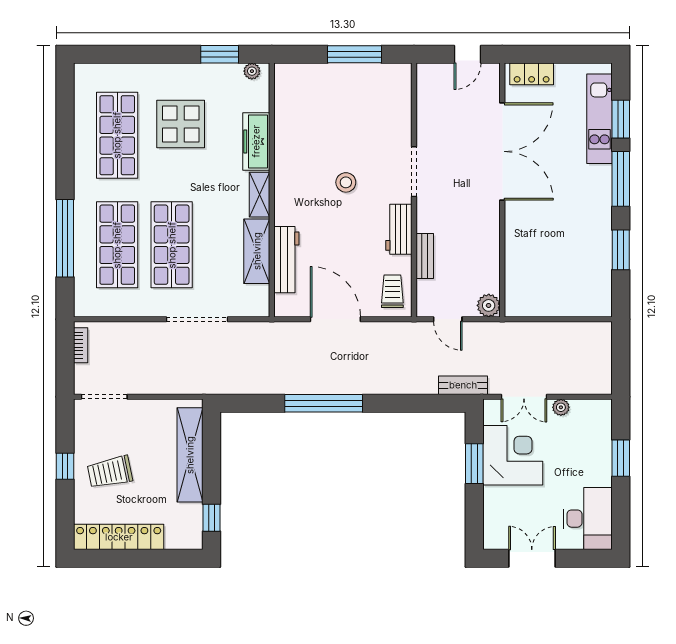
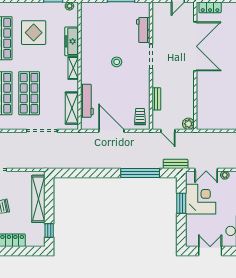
workbench: (399, 229) -> (143, 30), moved
shelving: (257, 251) -> (72, 108), moved
window: (324, 403) -> (140, 173), moved

